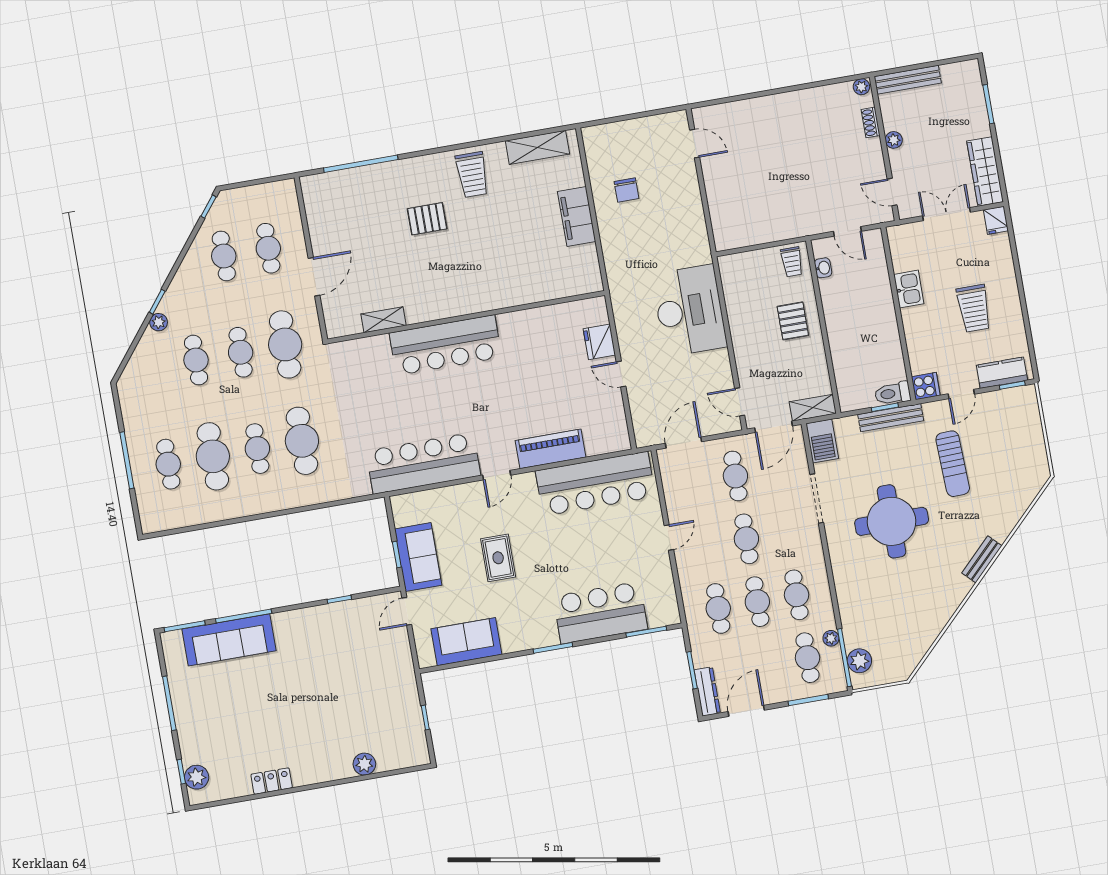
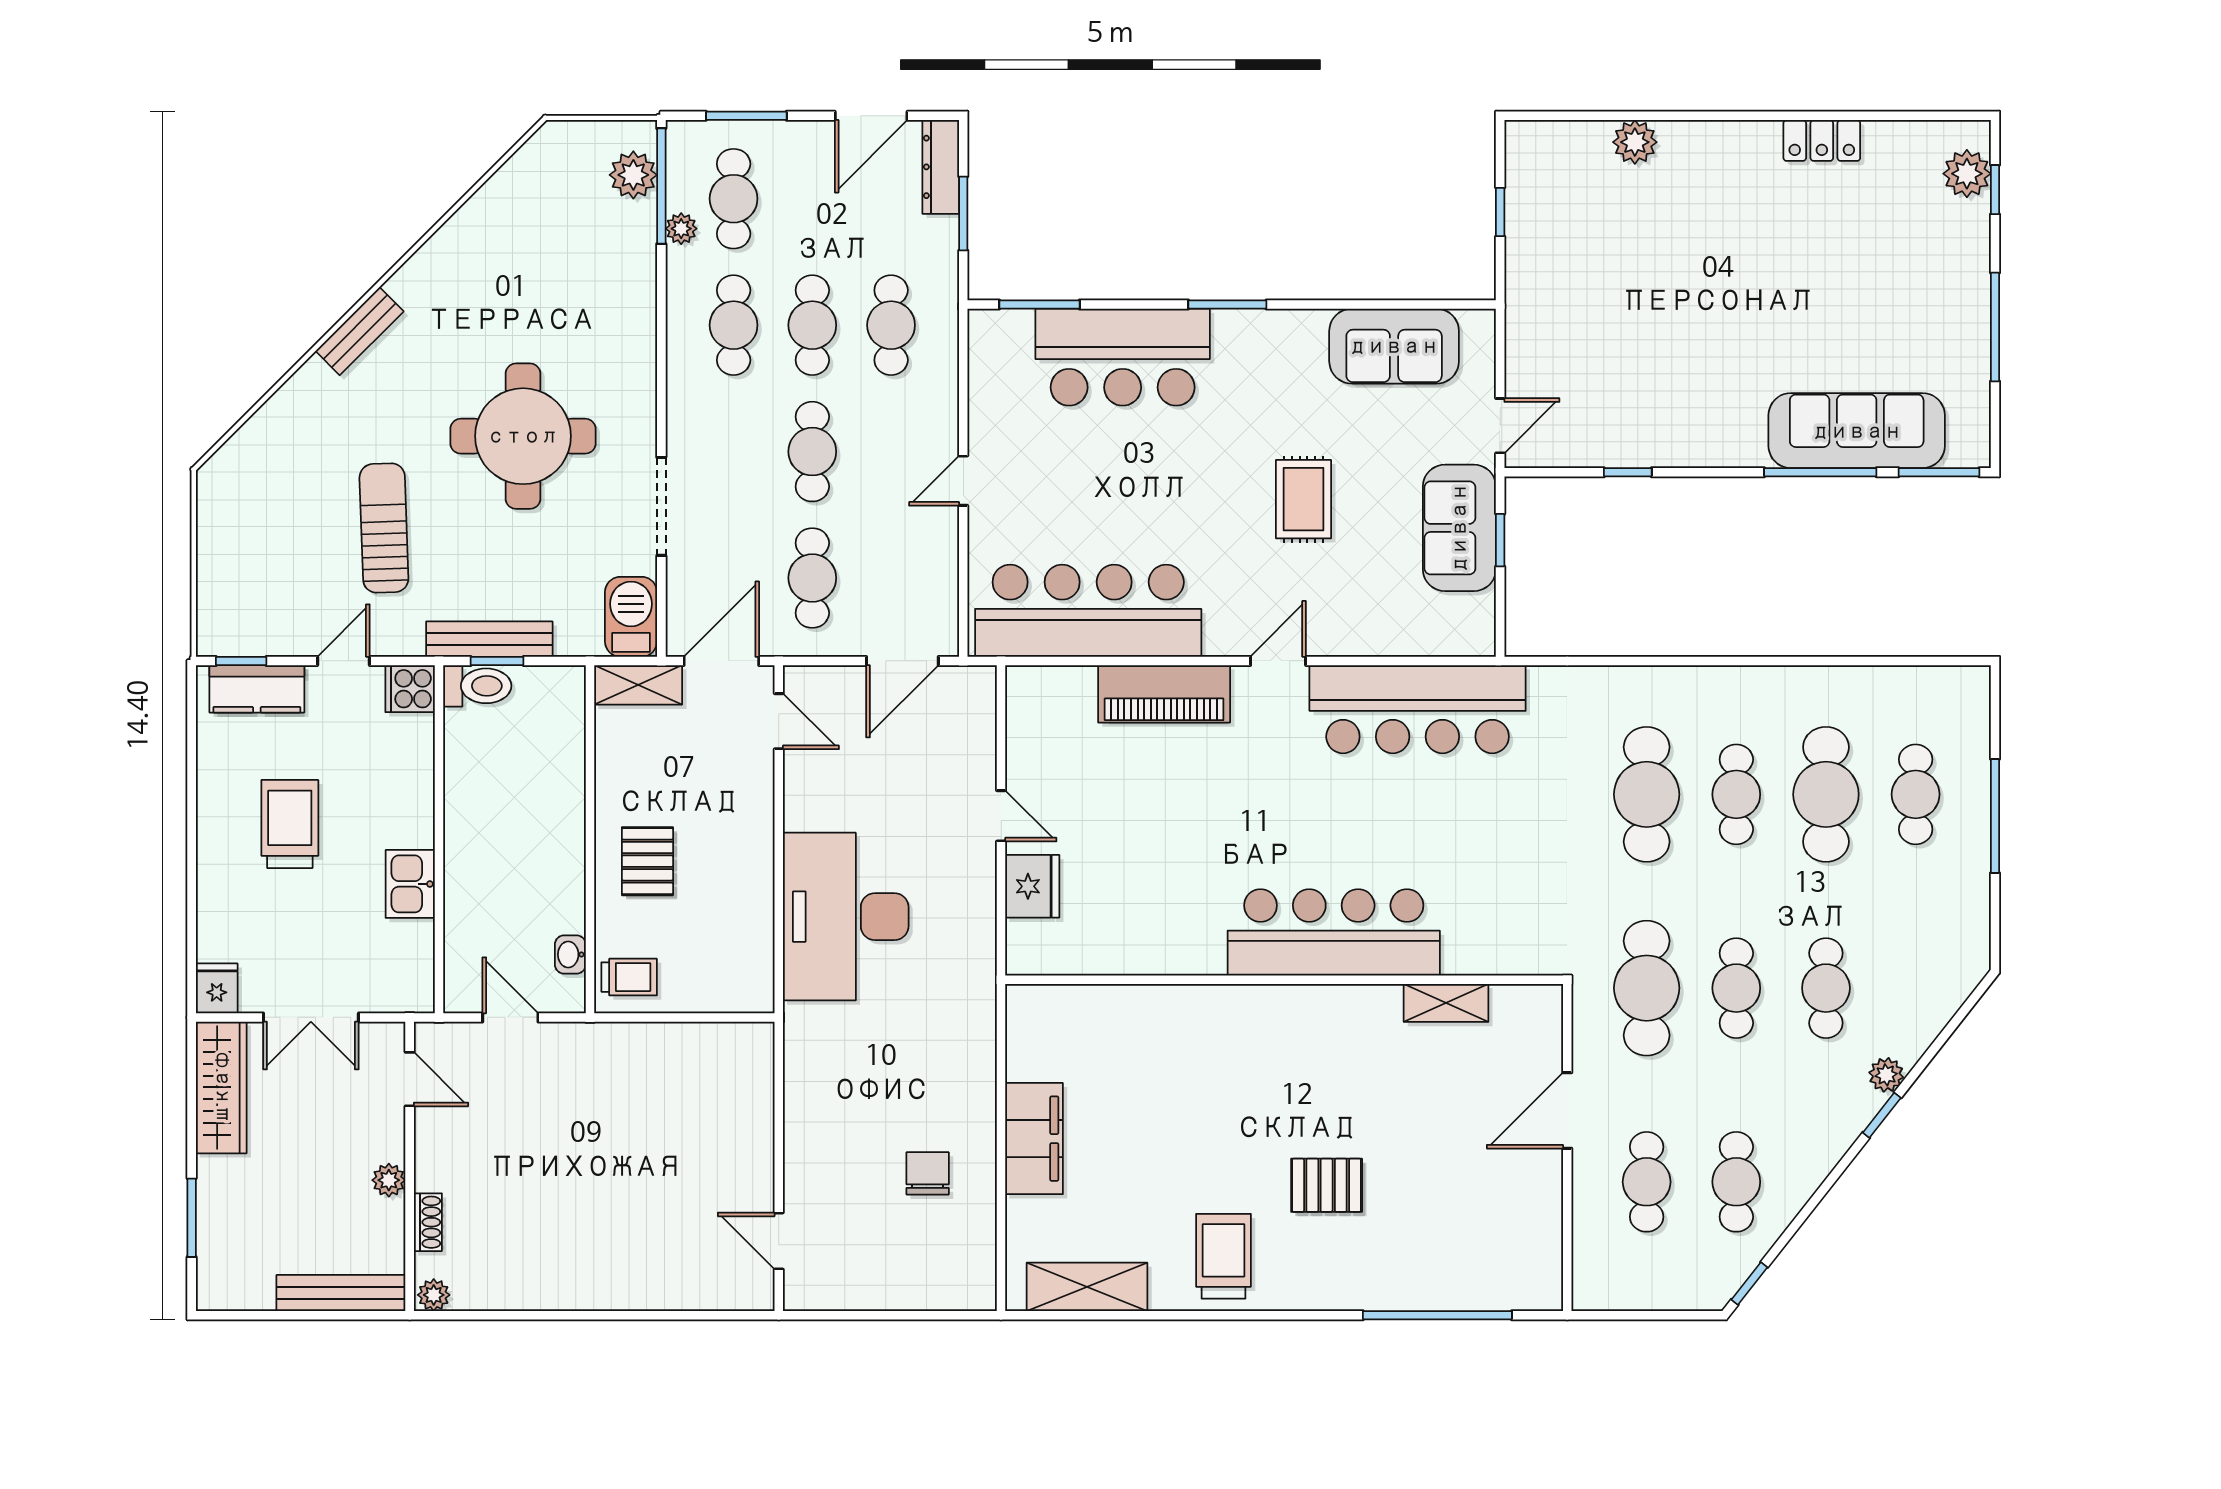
trolley: (792, 262) -> (629, 977), turned 90

